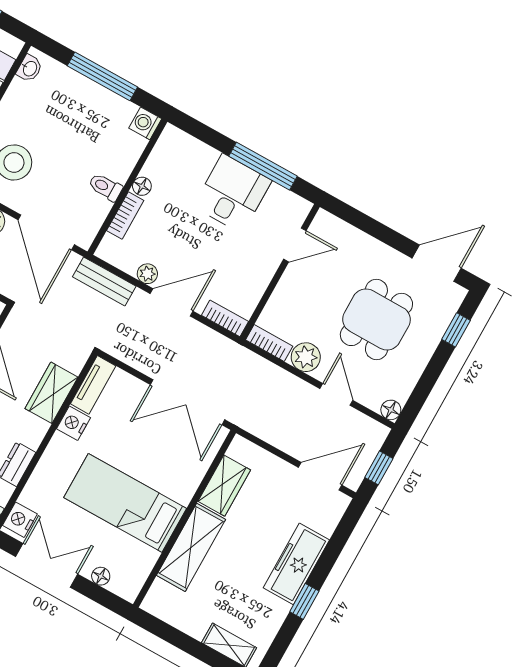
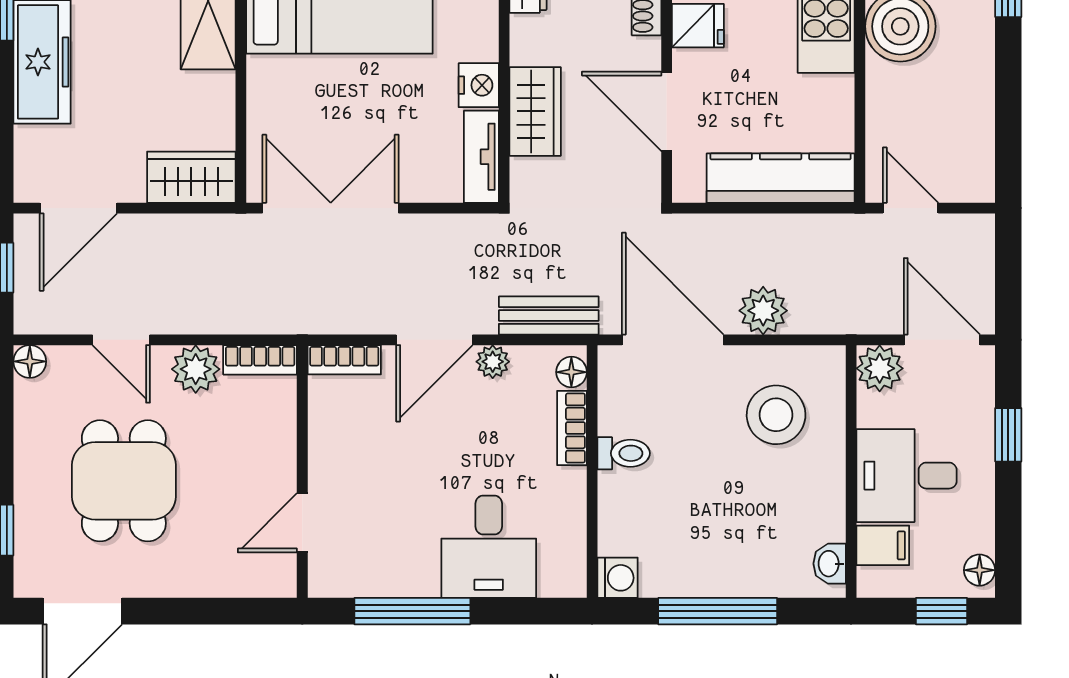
floor lamp: (142, 186) -> (571, 372), moved
desk: (232, 193) -> (489, 547), moved
wardrobe: (224, 486) -> (191, 177), moved, turned 90

